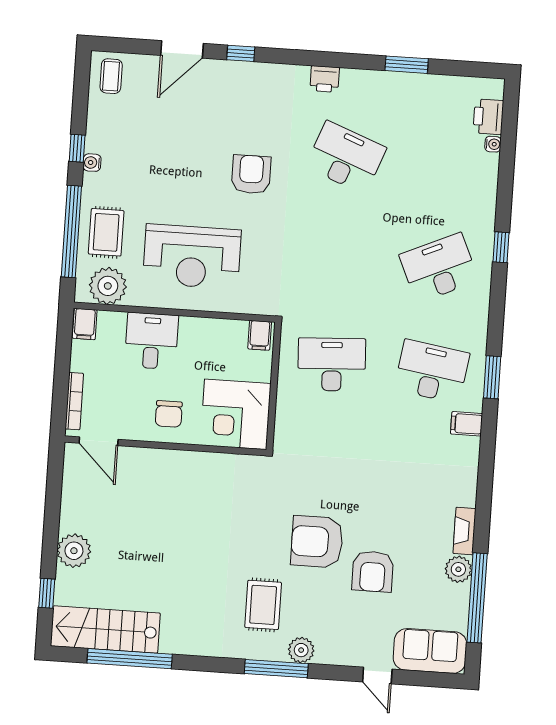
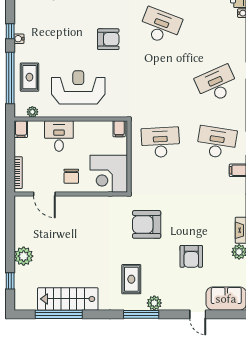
armchair: (251, 174) -> (108, 39), turned 90
reception desk: (192, 257) -> (78, 87), turned 180
plant: (108, 286) -> (32, 112), width x0.53, depth x0.53
door: (99, 441) -> (44, 194), moved
armchair: (317, 542) -> (147, 224), moved
stairs: (105, 630) -> (68, 299), moved

